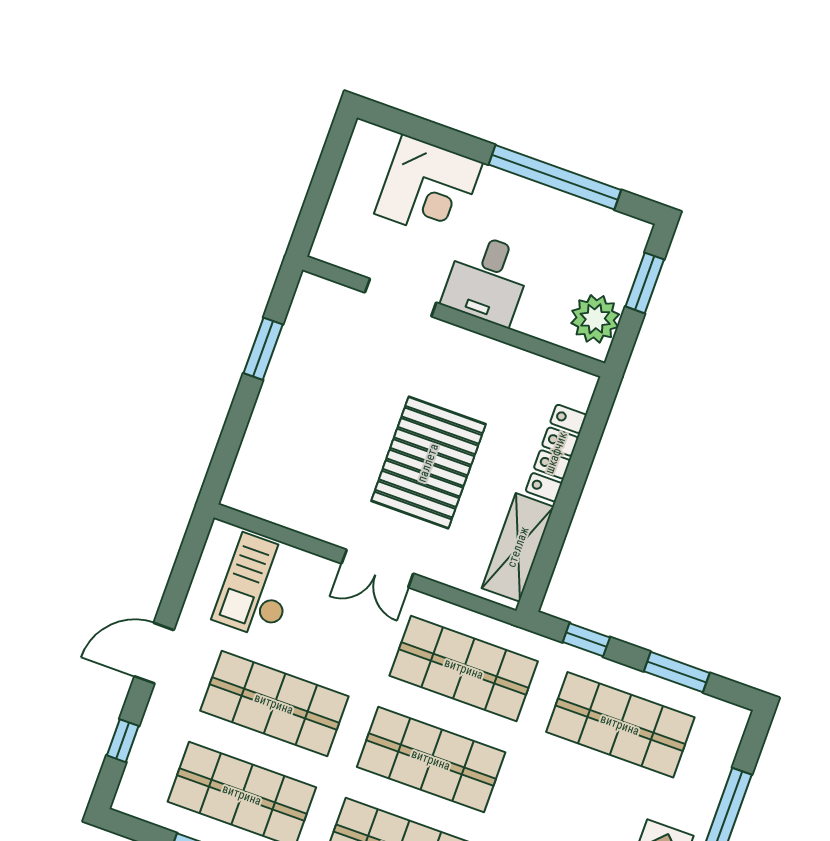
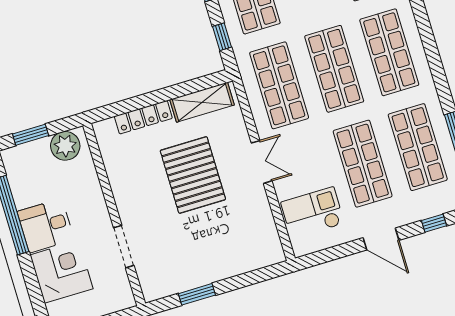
desk: (487, 279) -> (46, 226), moved, turned 180
pallet: (428, 463) -> (193, 175), turned 90
checkout: (258, 587) -> (313, 213), turned 180

